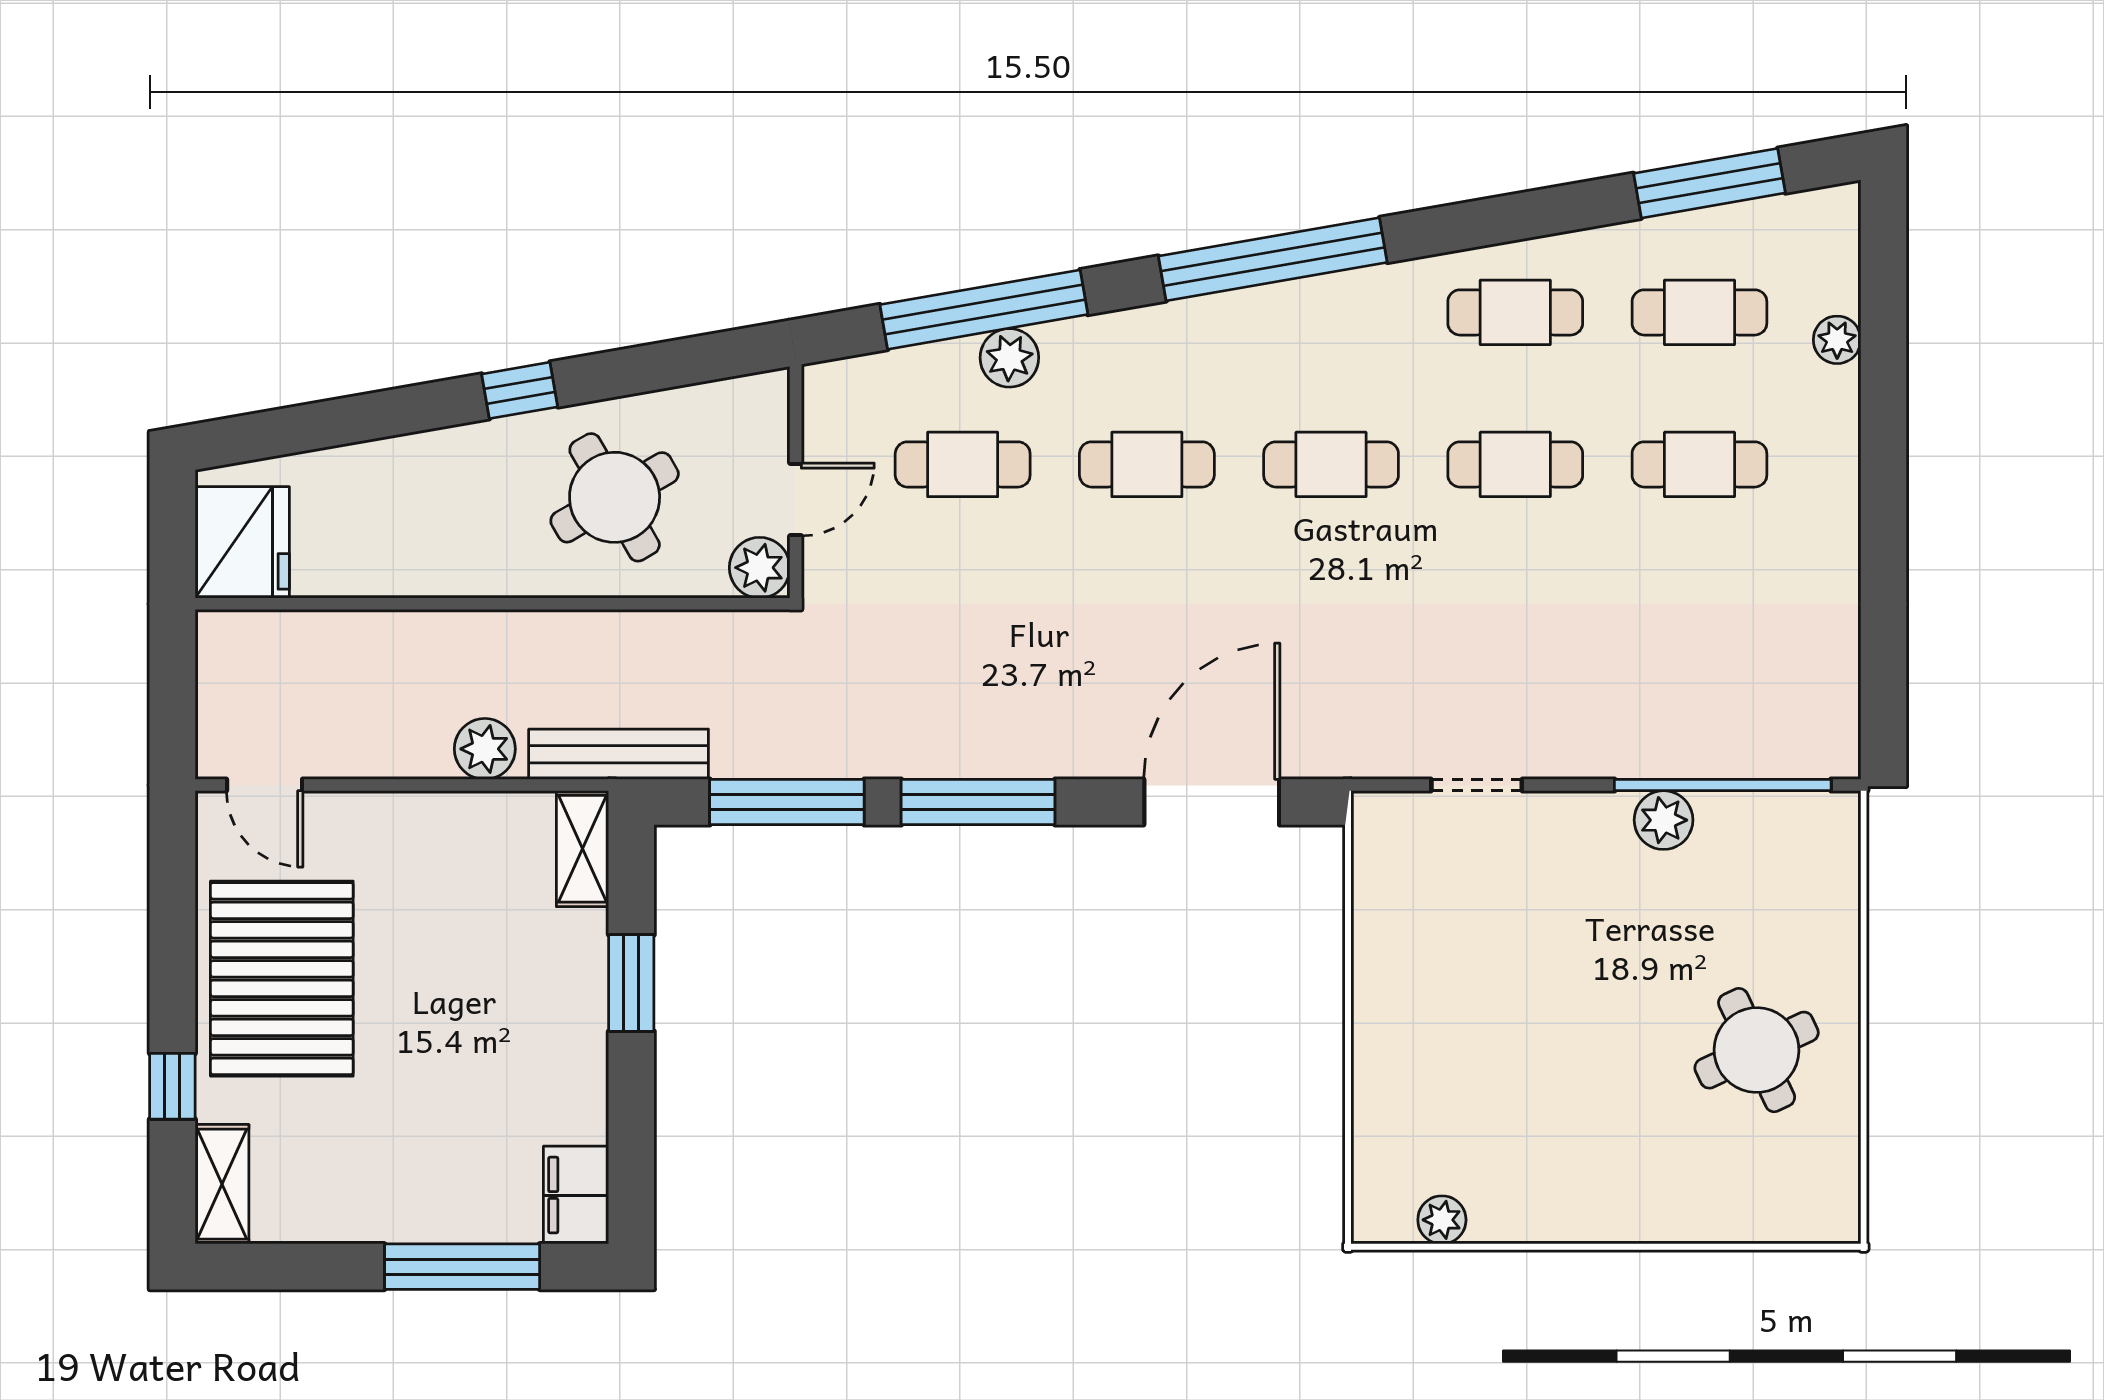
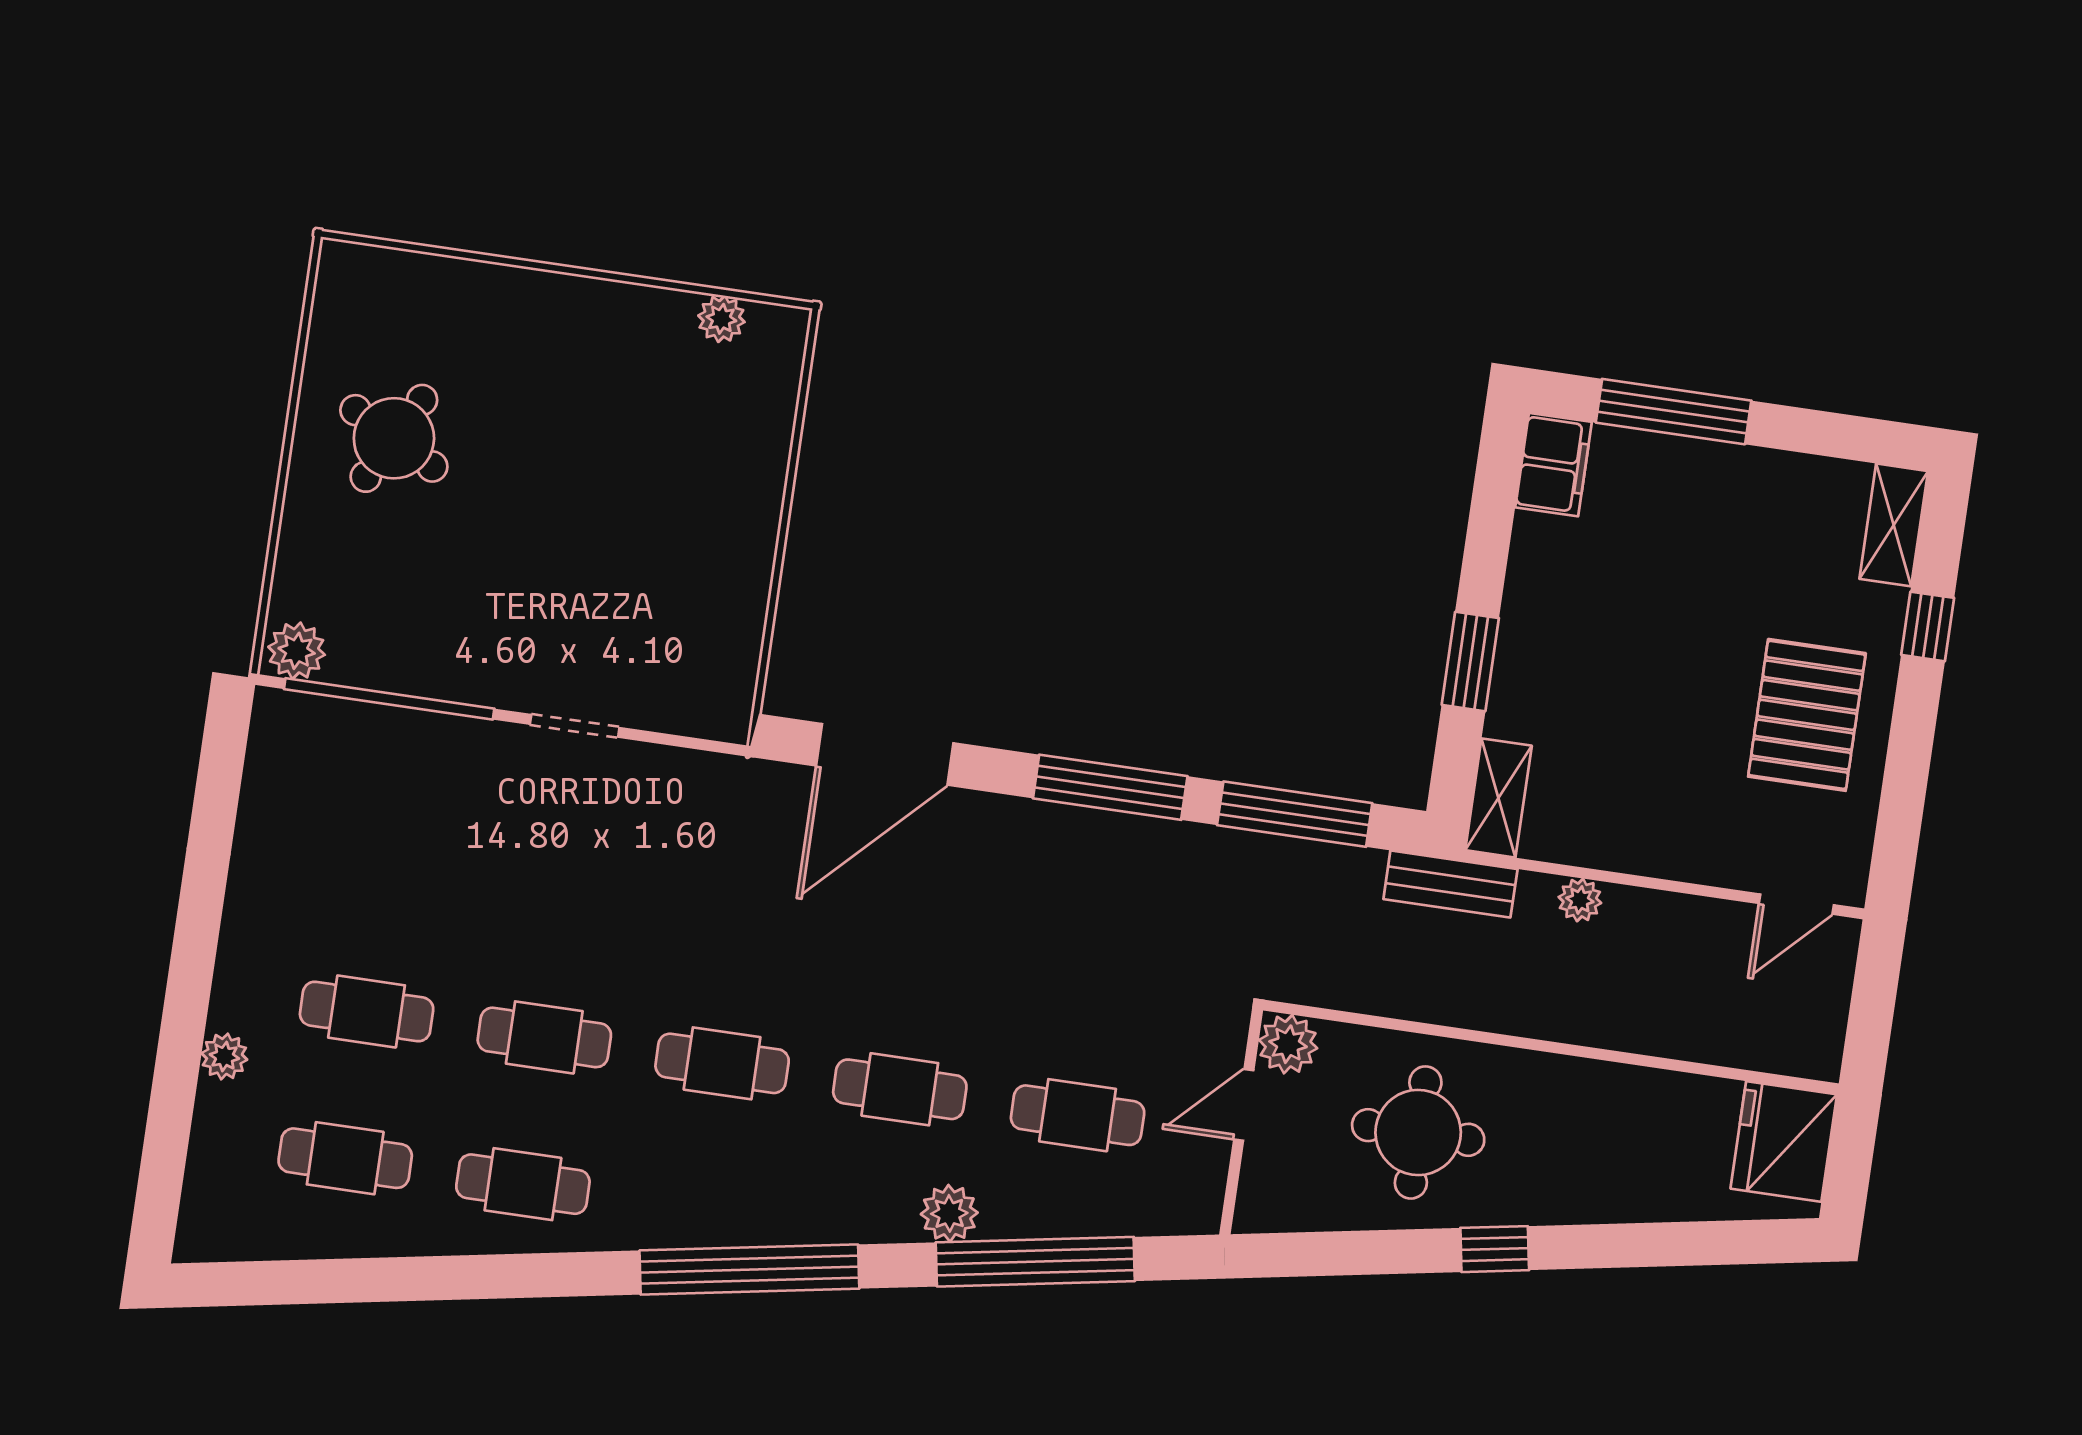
window: (1709, 183) -> (317, 1281), removed
plant: (1837, 340) -> (224, 1056), moved
plant: (1009, 358) -> (949, 1213), moved
round table: (615, 497) -> (1418, 1132), turned 30
plant: (485, 749) -> (1580, 900), width x0.73, depth x0.73
bench: (619, 754) -> (1450, 884), width x0.73
door: (265, 785) -> (1796, 904), swing flipped
doorway: (1477, 785) -> (575, 726), moved
plant: (1664, 820) -> (297, 651), moved
pallet: (282, 979) -> (1807, 715), width x0.73, depth x0.71
round table: (1757, 1050) -> (394, 438), turned -37

